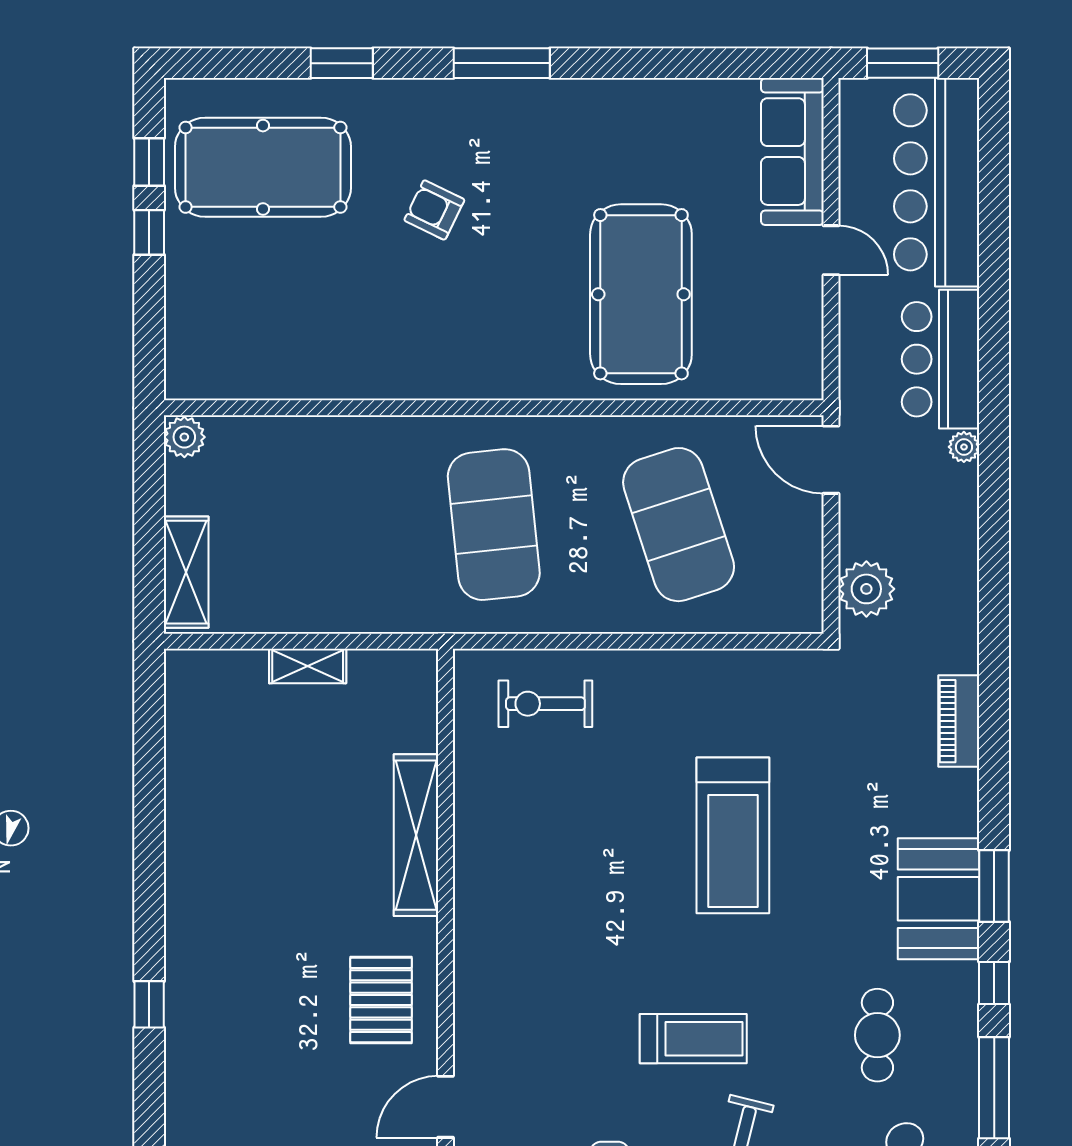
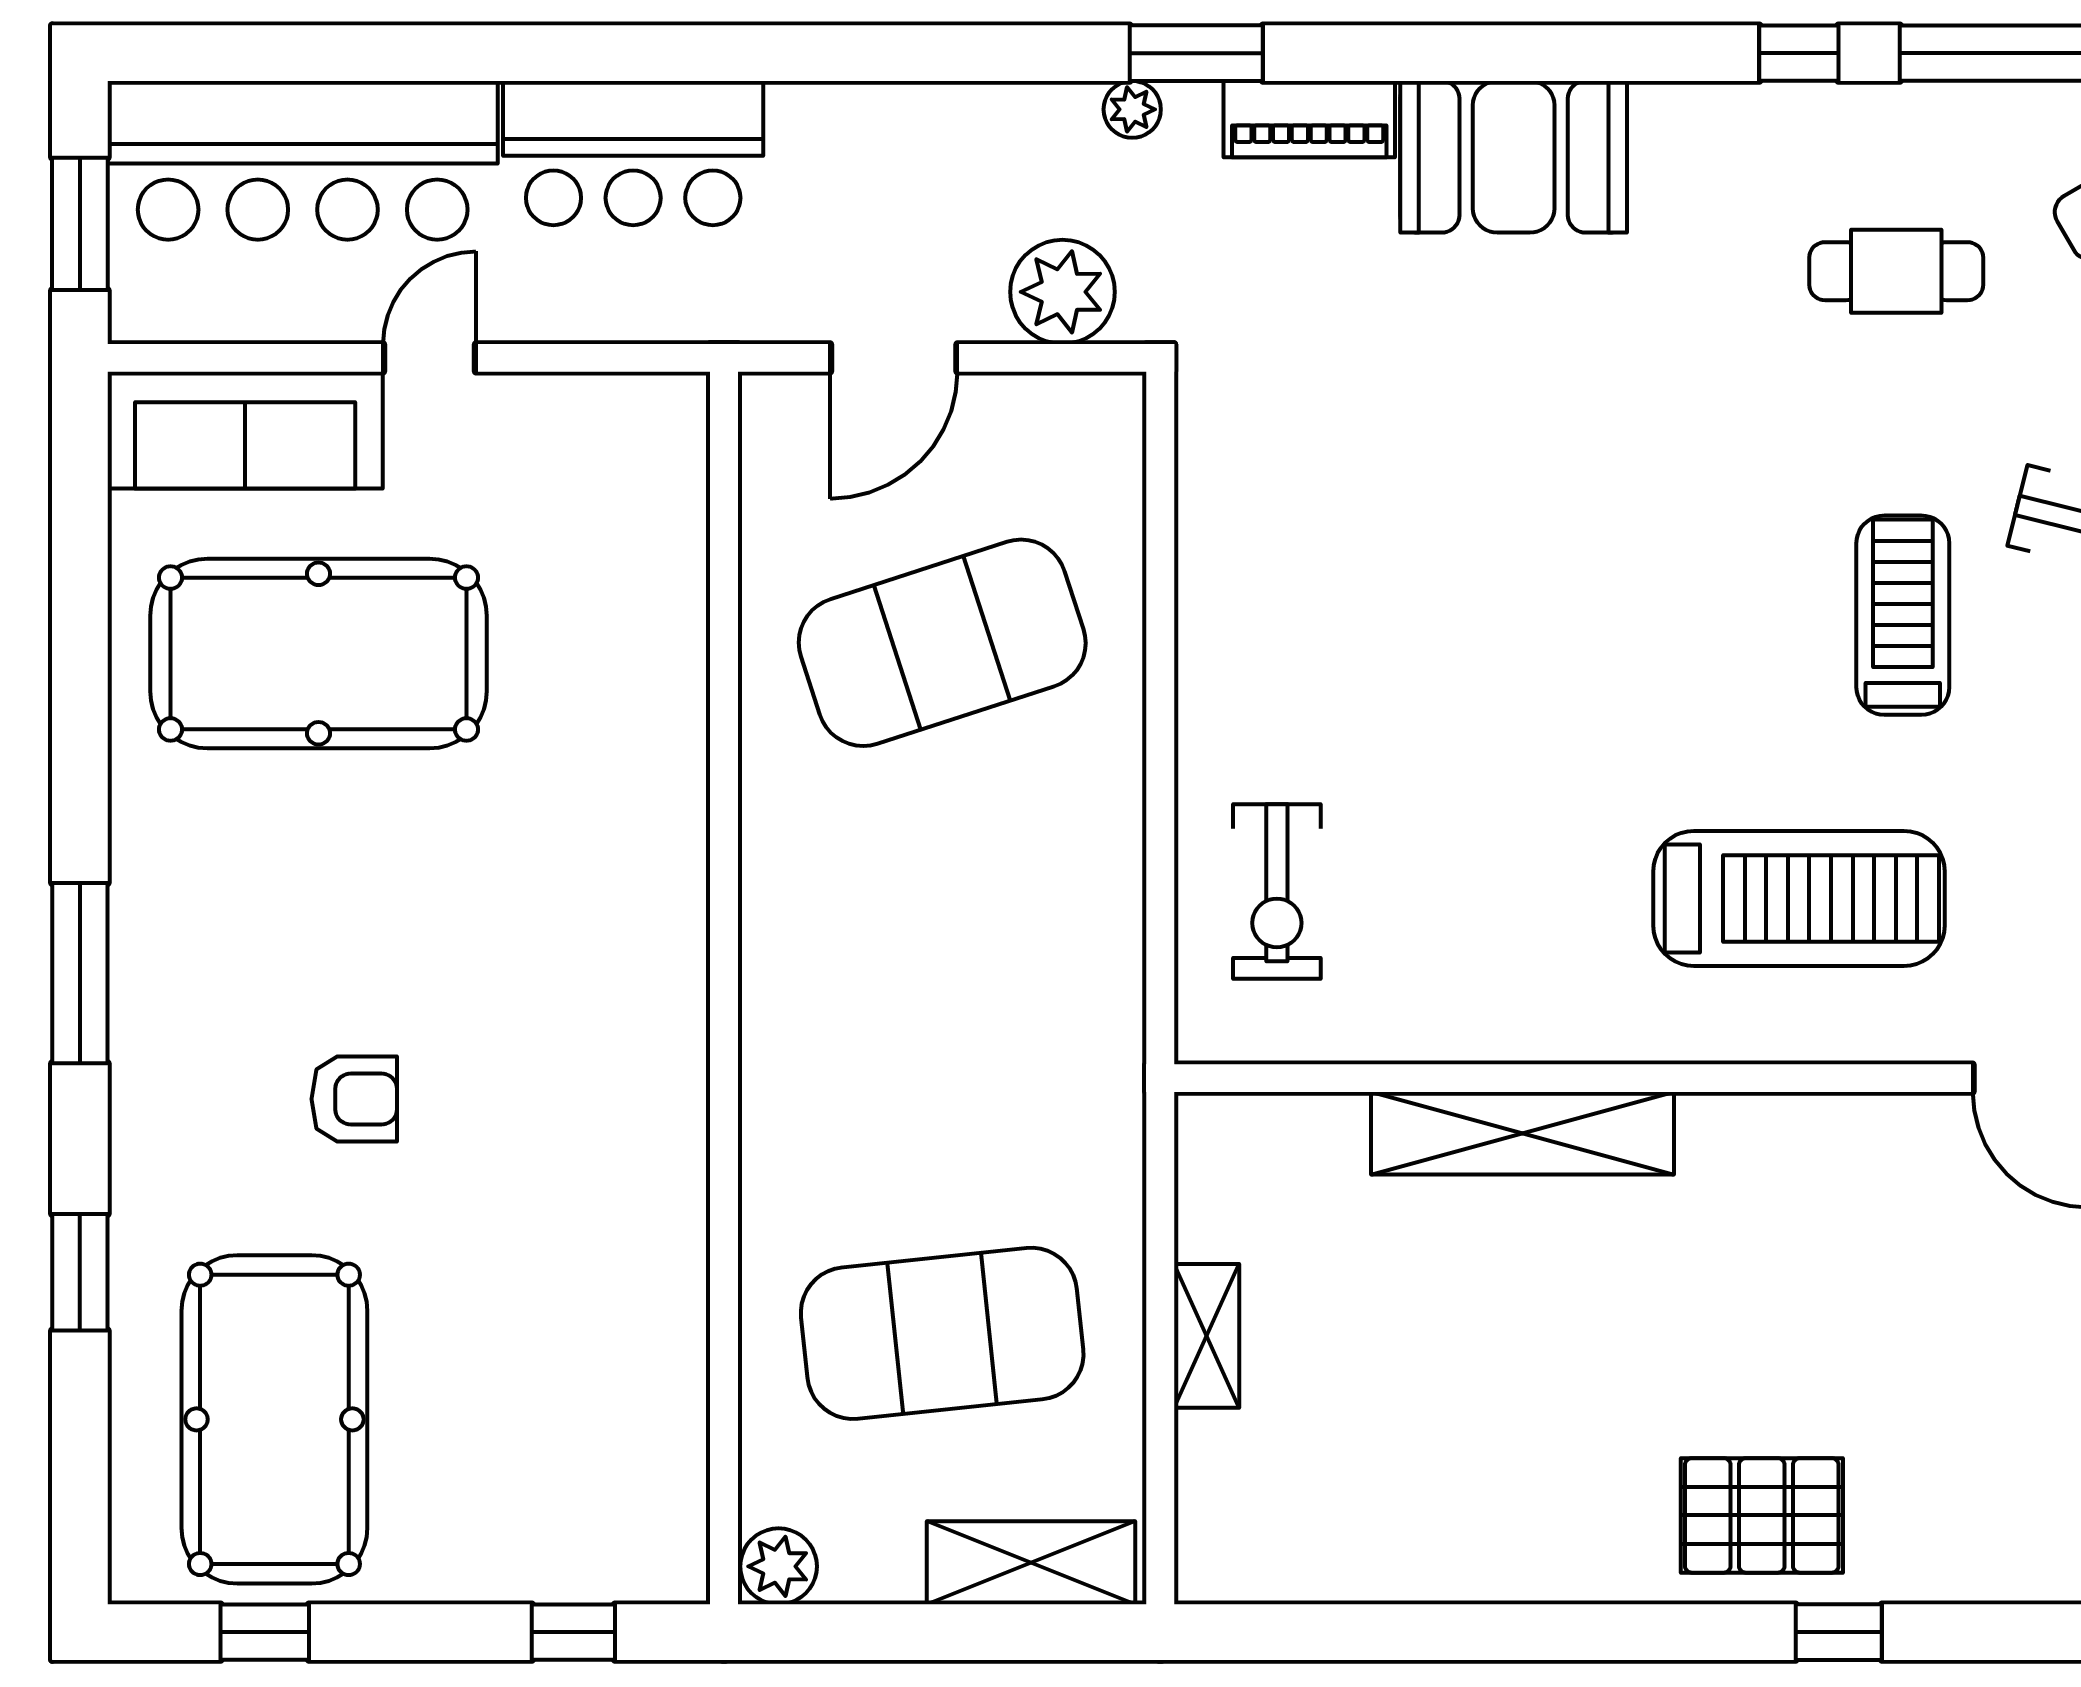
armchair: (434, 210) -> (354, 1099), turned -116
window: (149, 232) -> (573, 1632), moved
pool table: (641, 294) -> (319, 654), moved
plant: (964, 447) -> (1132, 109), moved
door: (831, 460) -> (894, 358), moved
exercise mat: (494, 525) -> (942, 1333), moved
treadmill: (733, 835) -> (1799, 898), moved
window: (994, 886) -> (1196, 53), moved
booth: (939, 899) -> (1514, 157), moved
pallet: (381, 1000) -> (1762, 1515), moved

